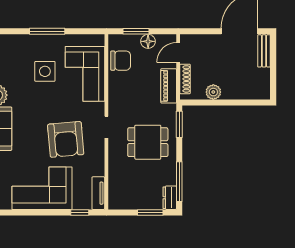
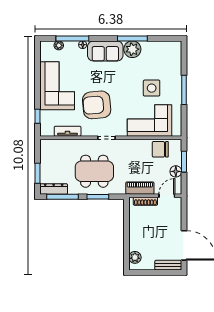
door: (178, 53) -> (167, 196), hinge flipped
chair: (121, 61) -> (160, 149), turned 90
plant: (213, 92) -> (135, 257), moved
window: (179, 124) -> (98, 197), moved
dining table: (148, 142) -> (94, 171), width x1.38
tv unit: (98, 193) -> (68, 131), moved
dresser: (170, 198) -> (54, 189), width x1.44

